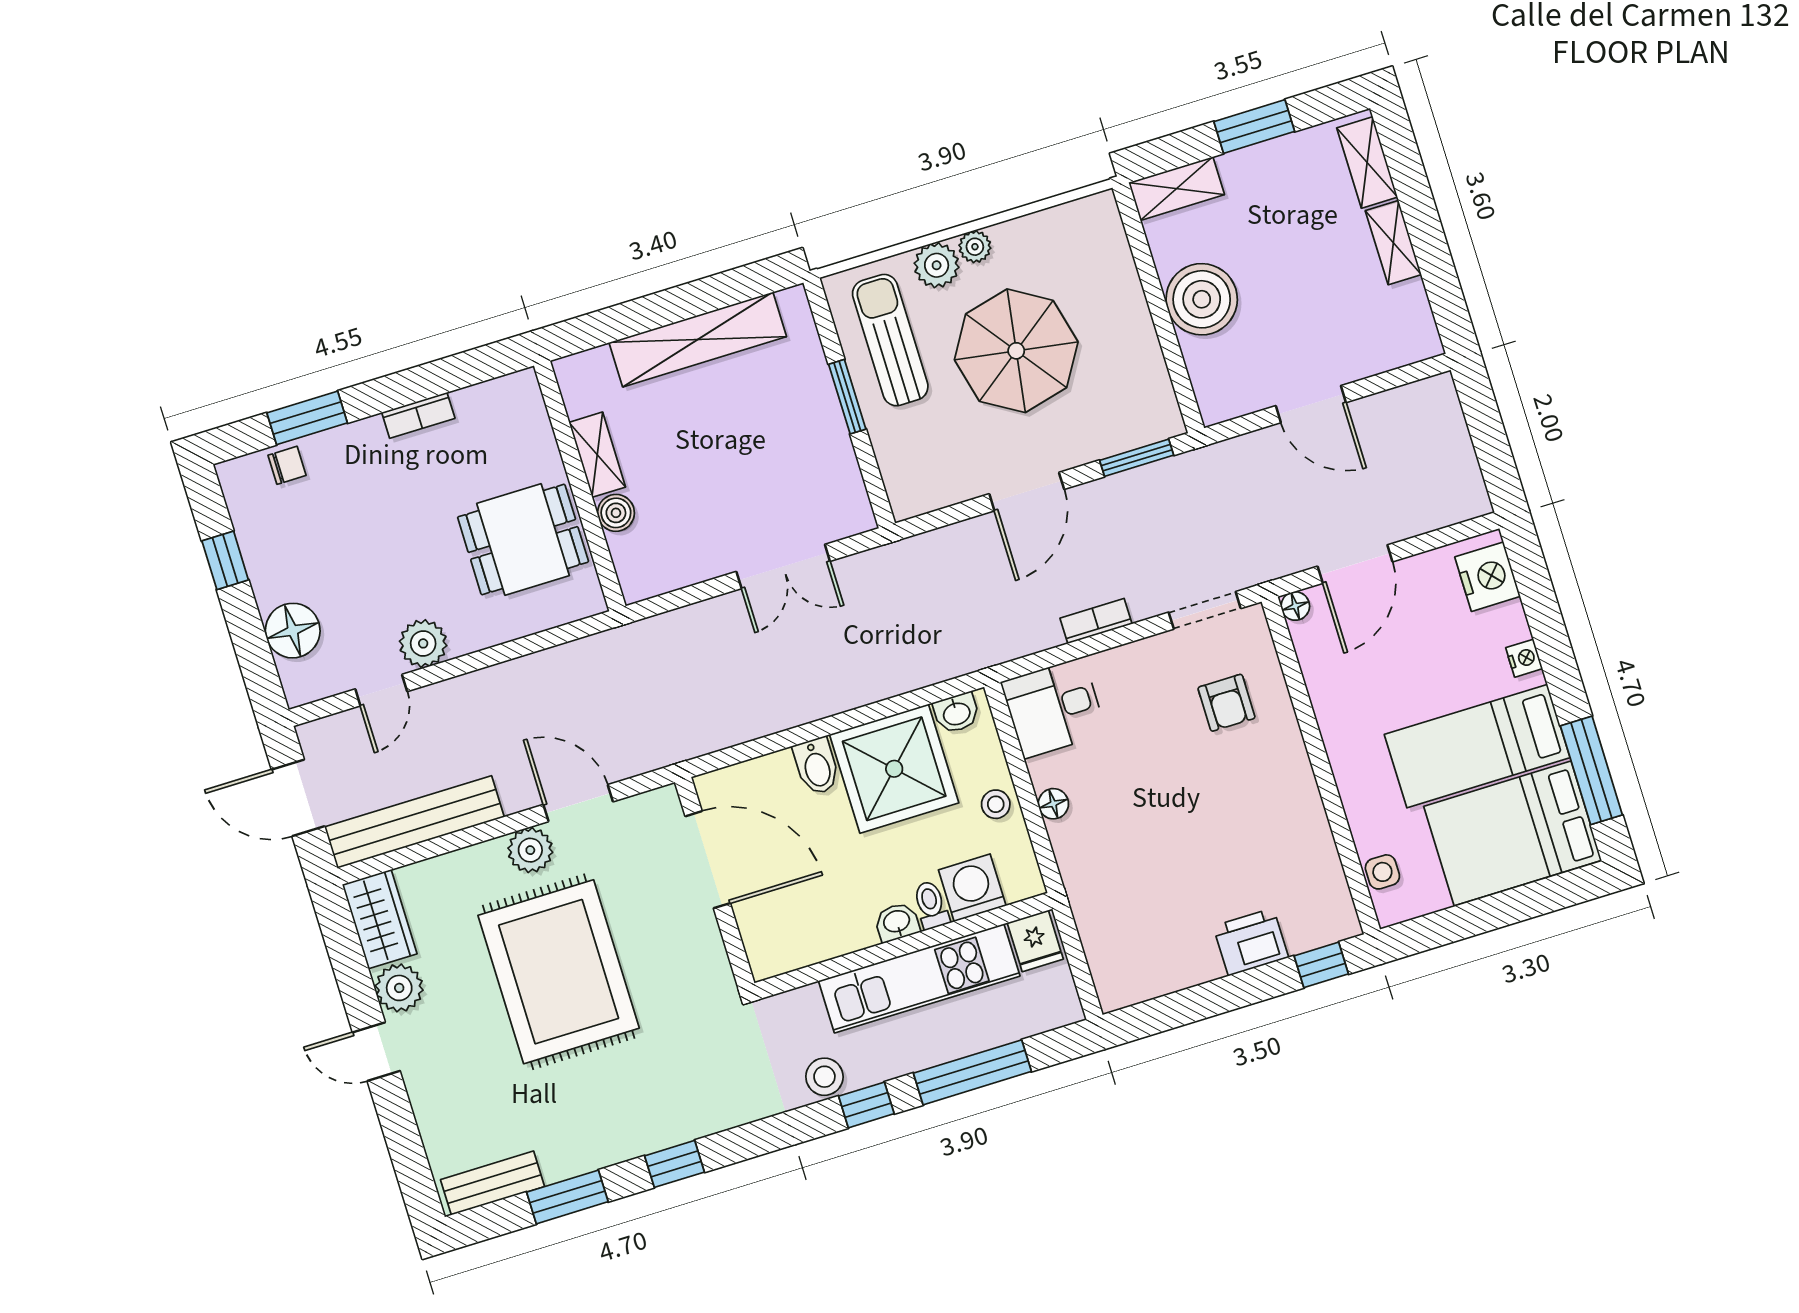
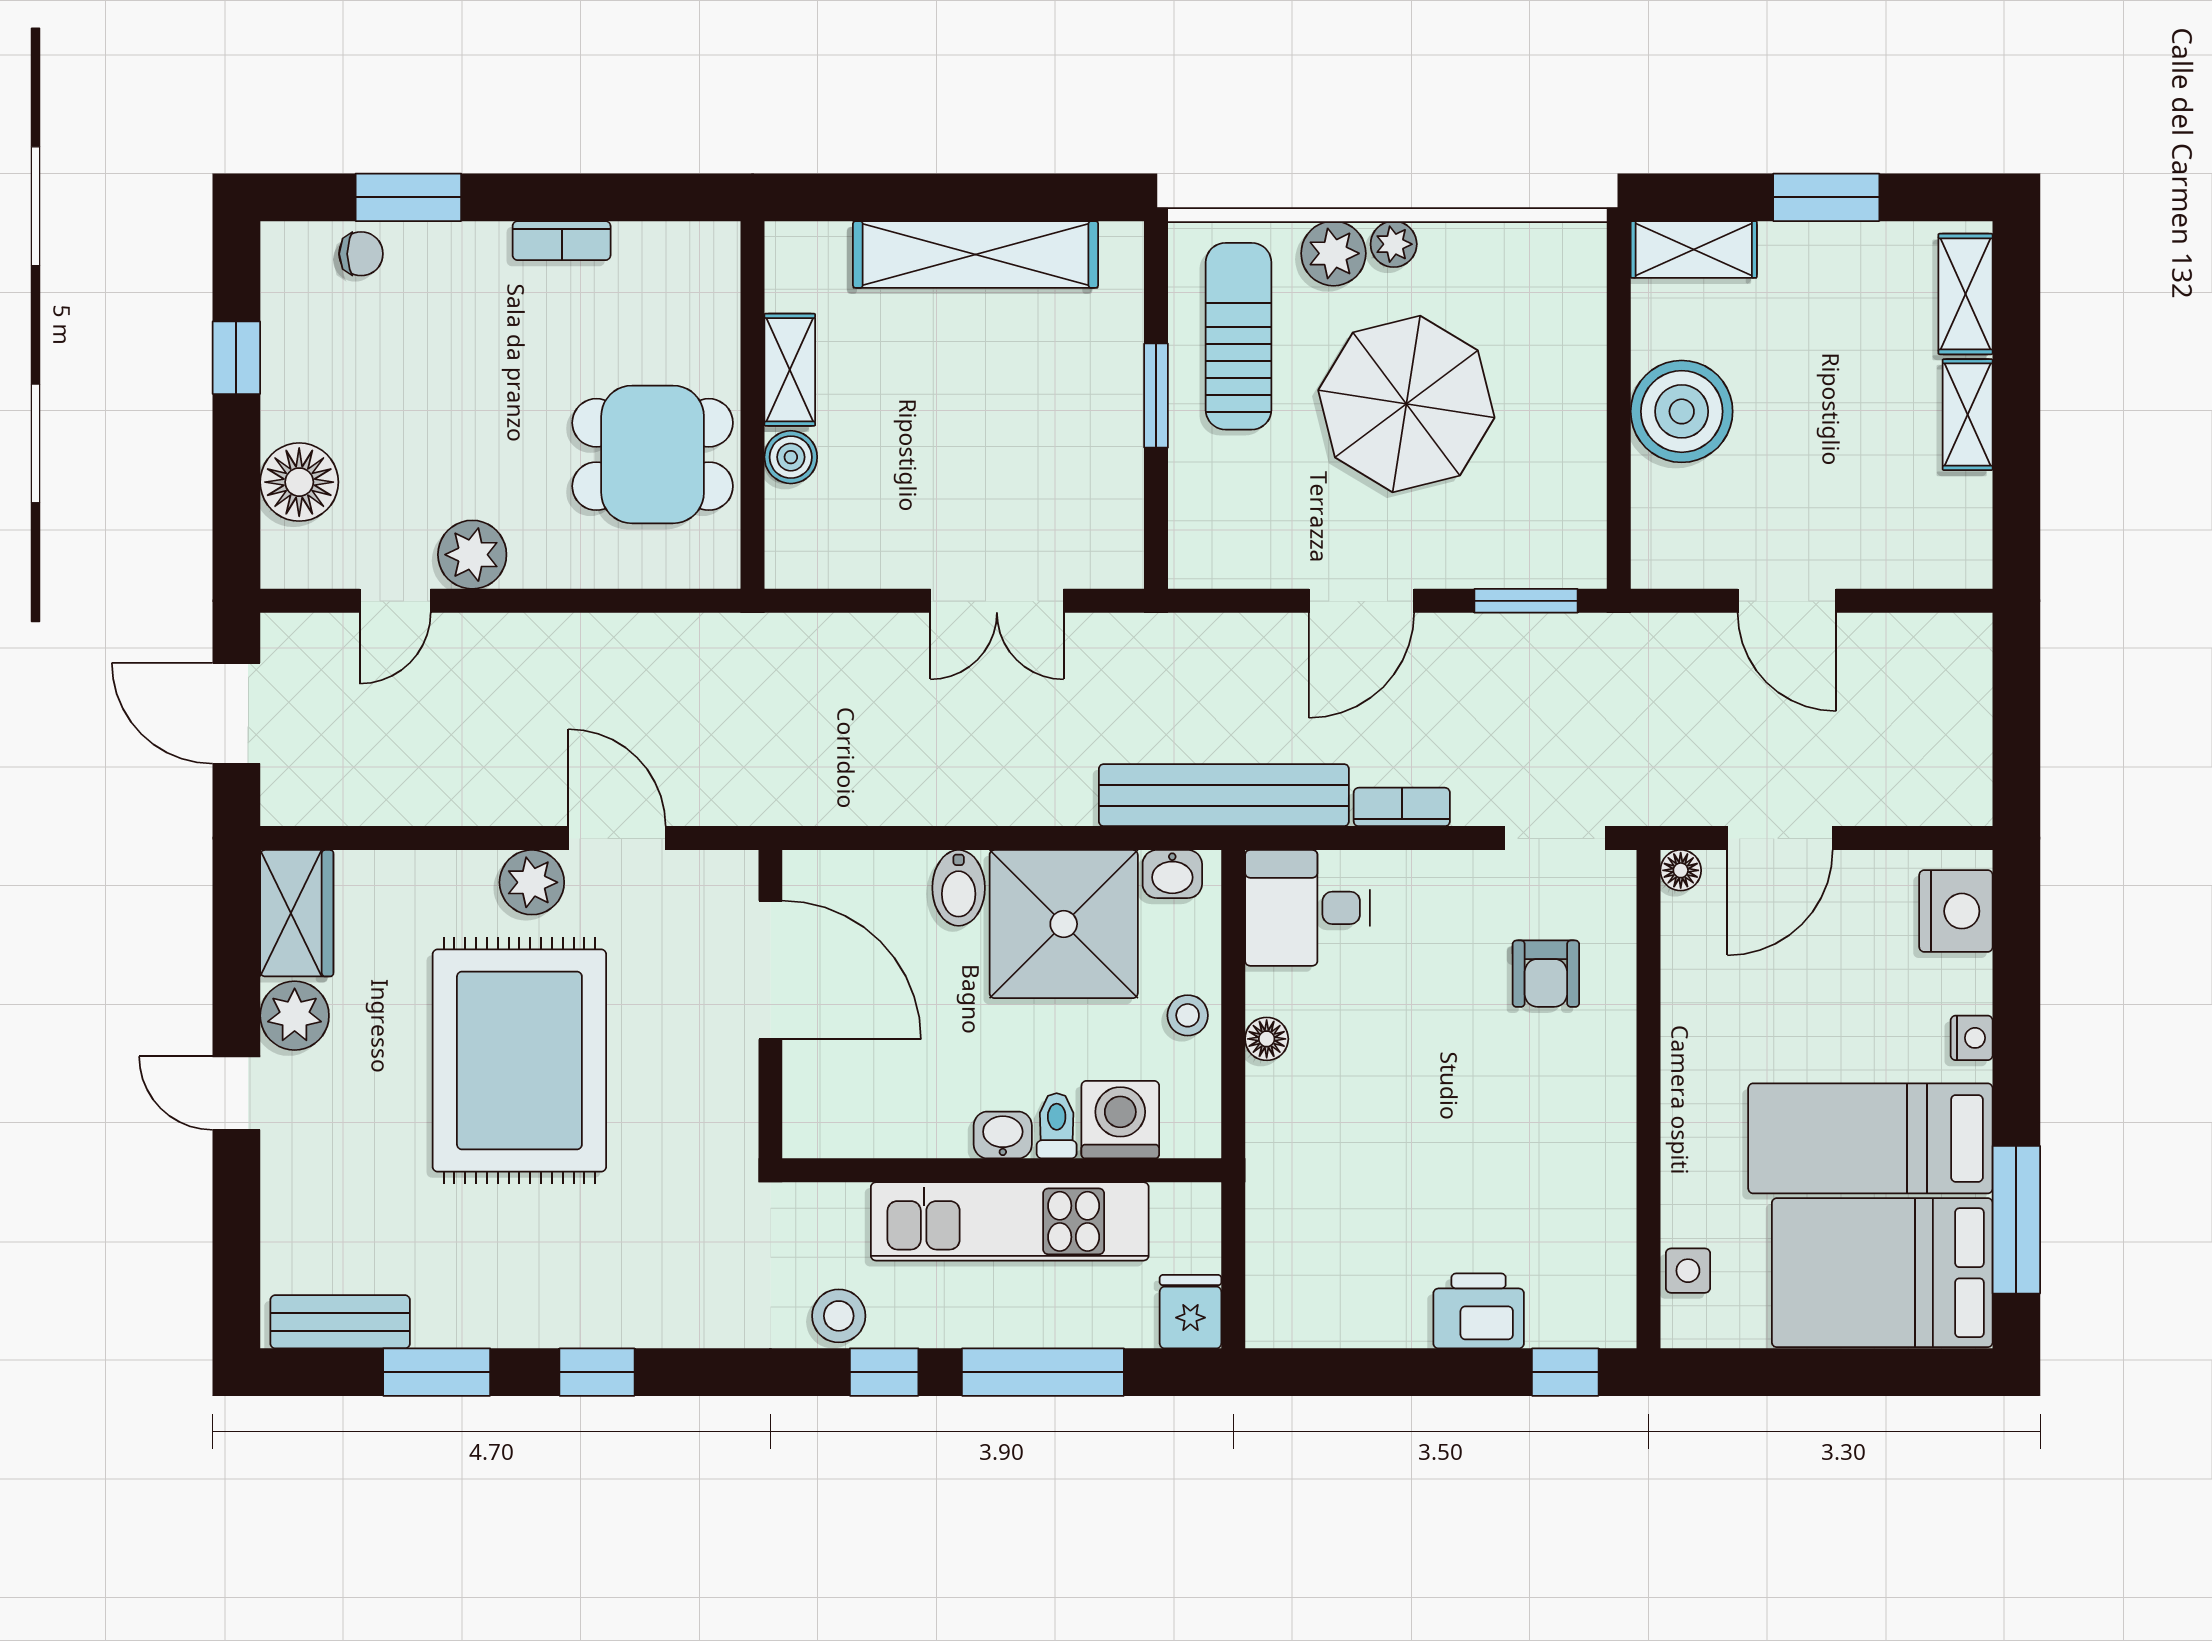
bench: (414, 822) -> (1224, 795), moved
fridge: (1035, 941) -> (1190, 1312), moved, turned 180

